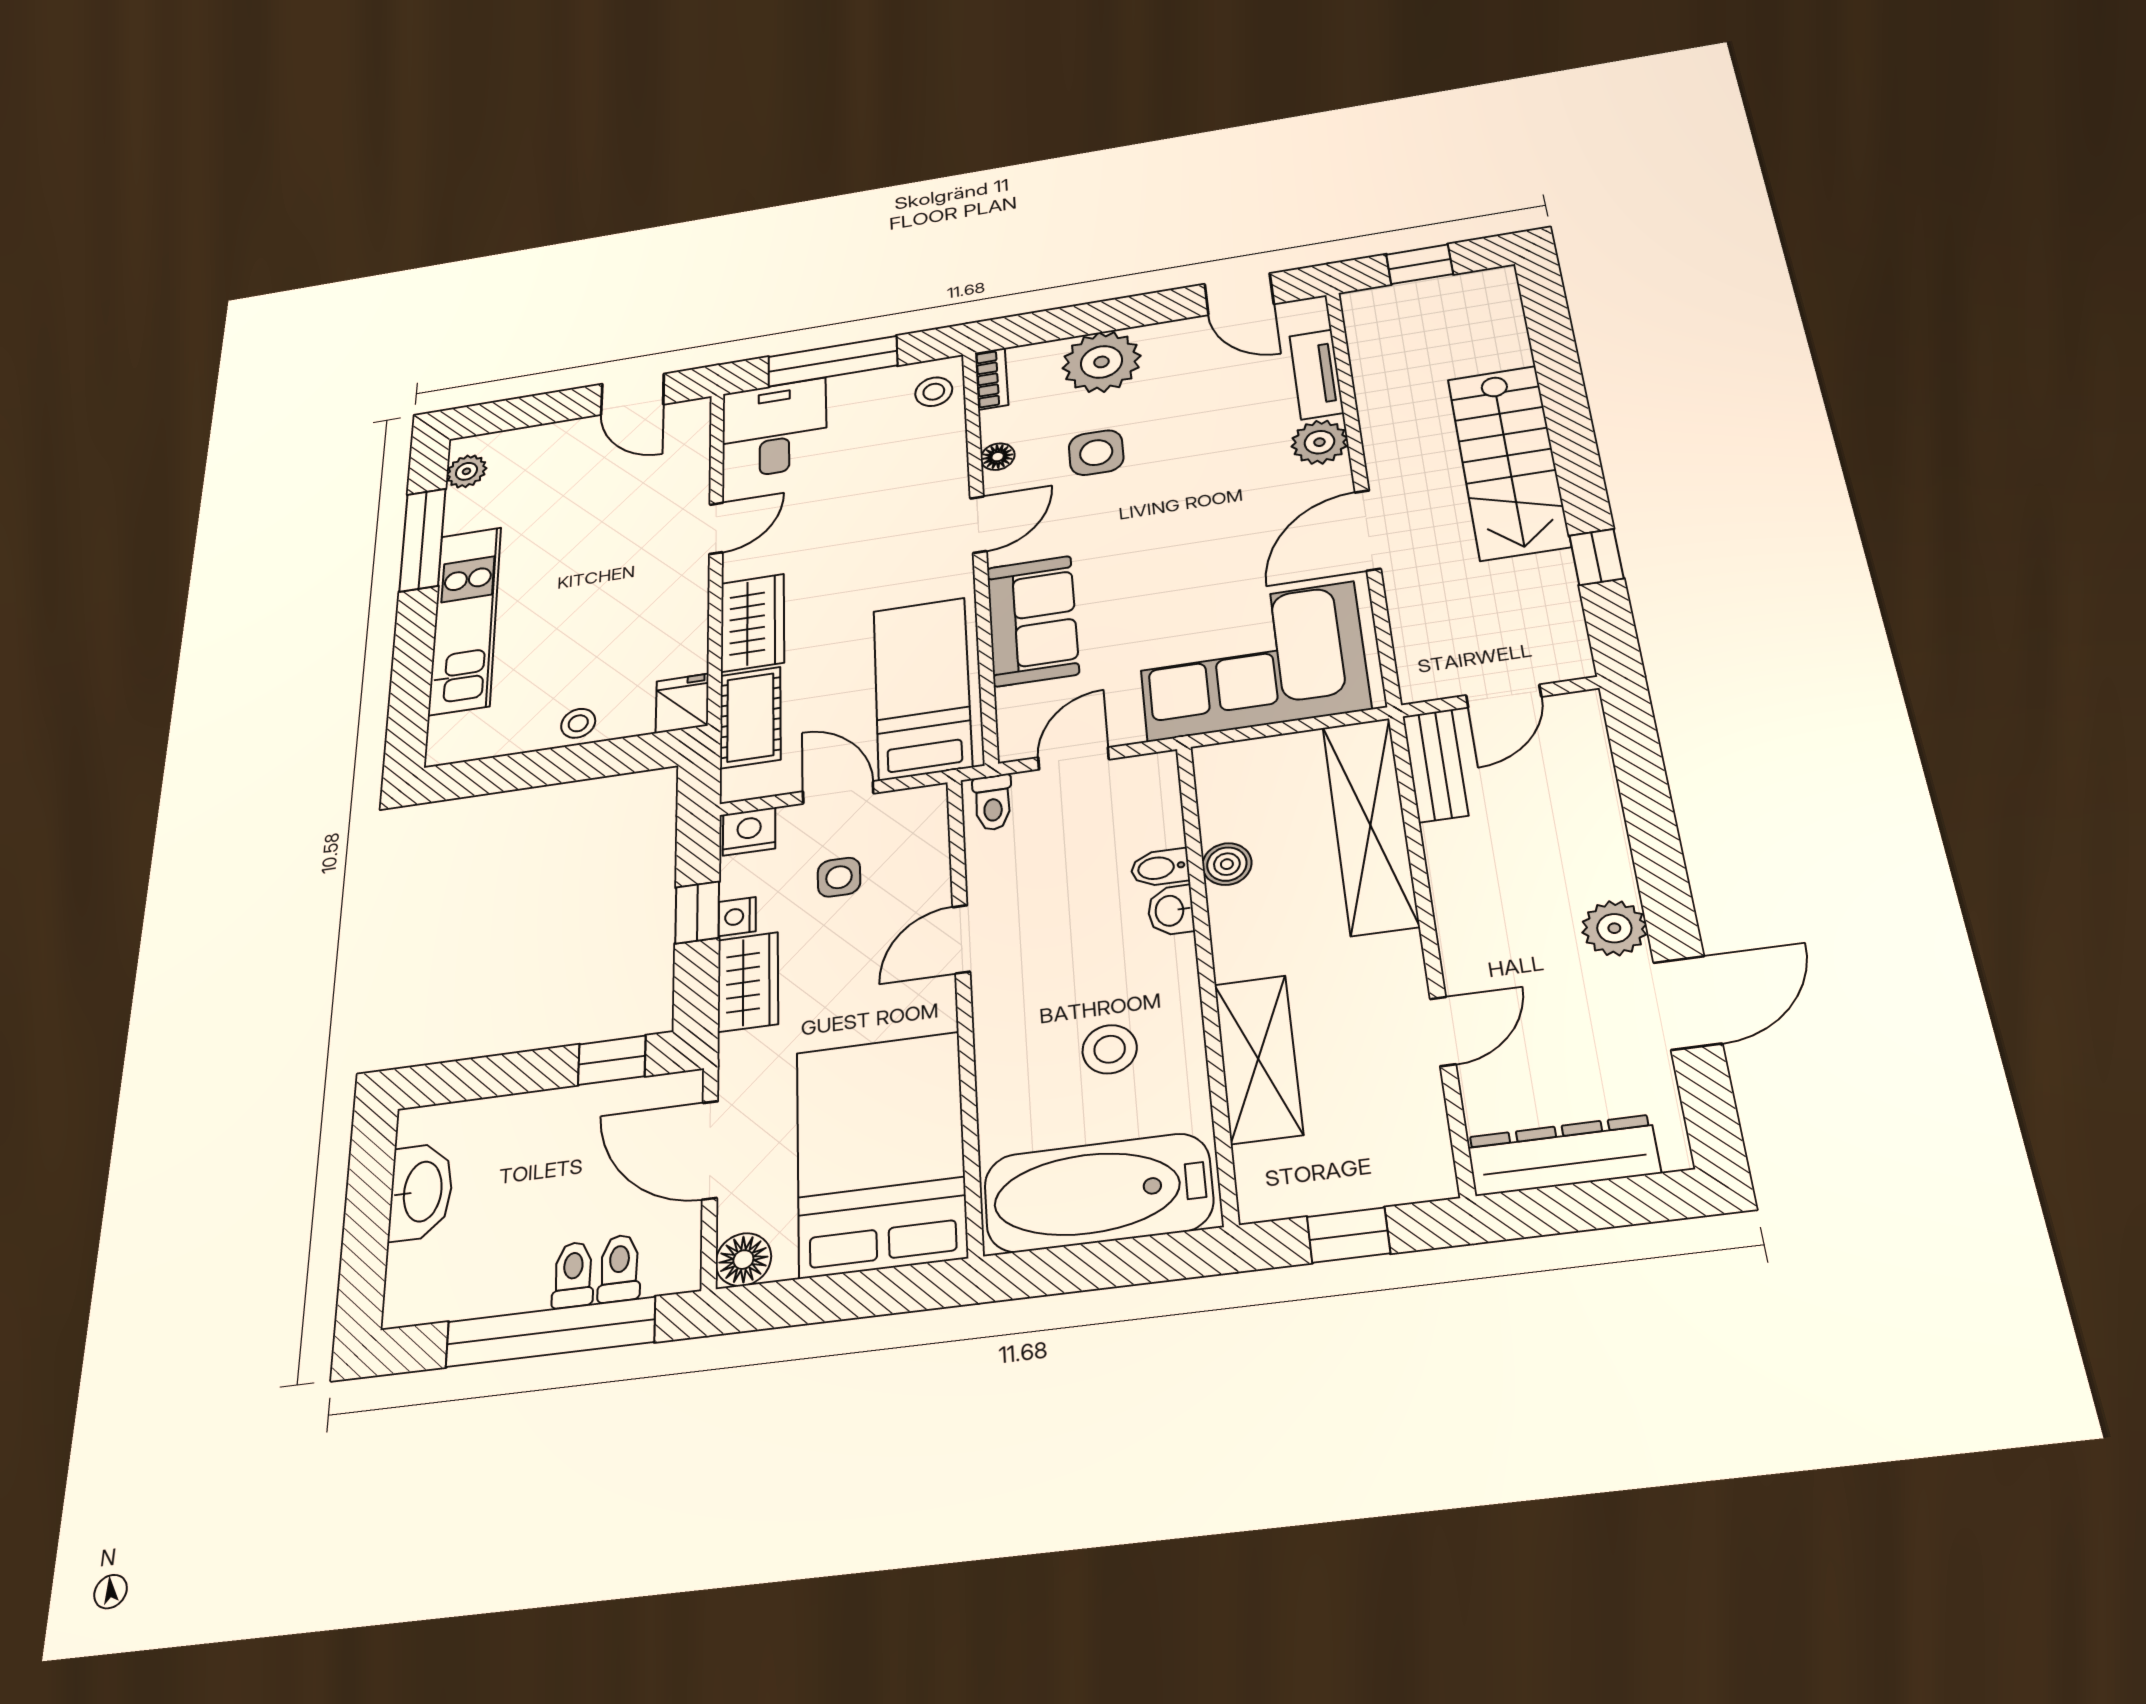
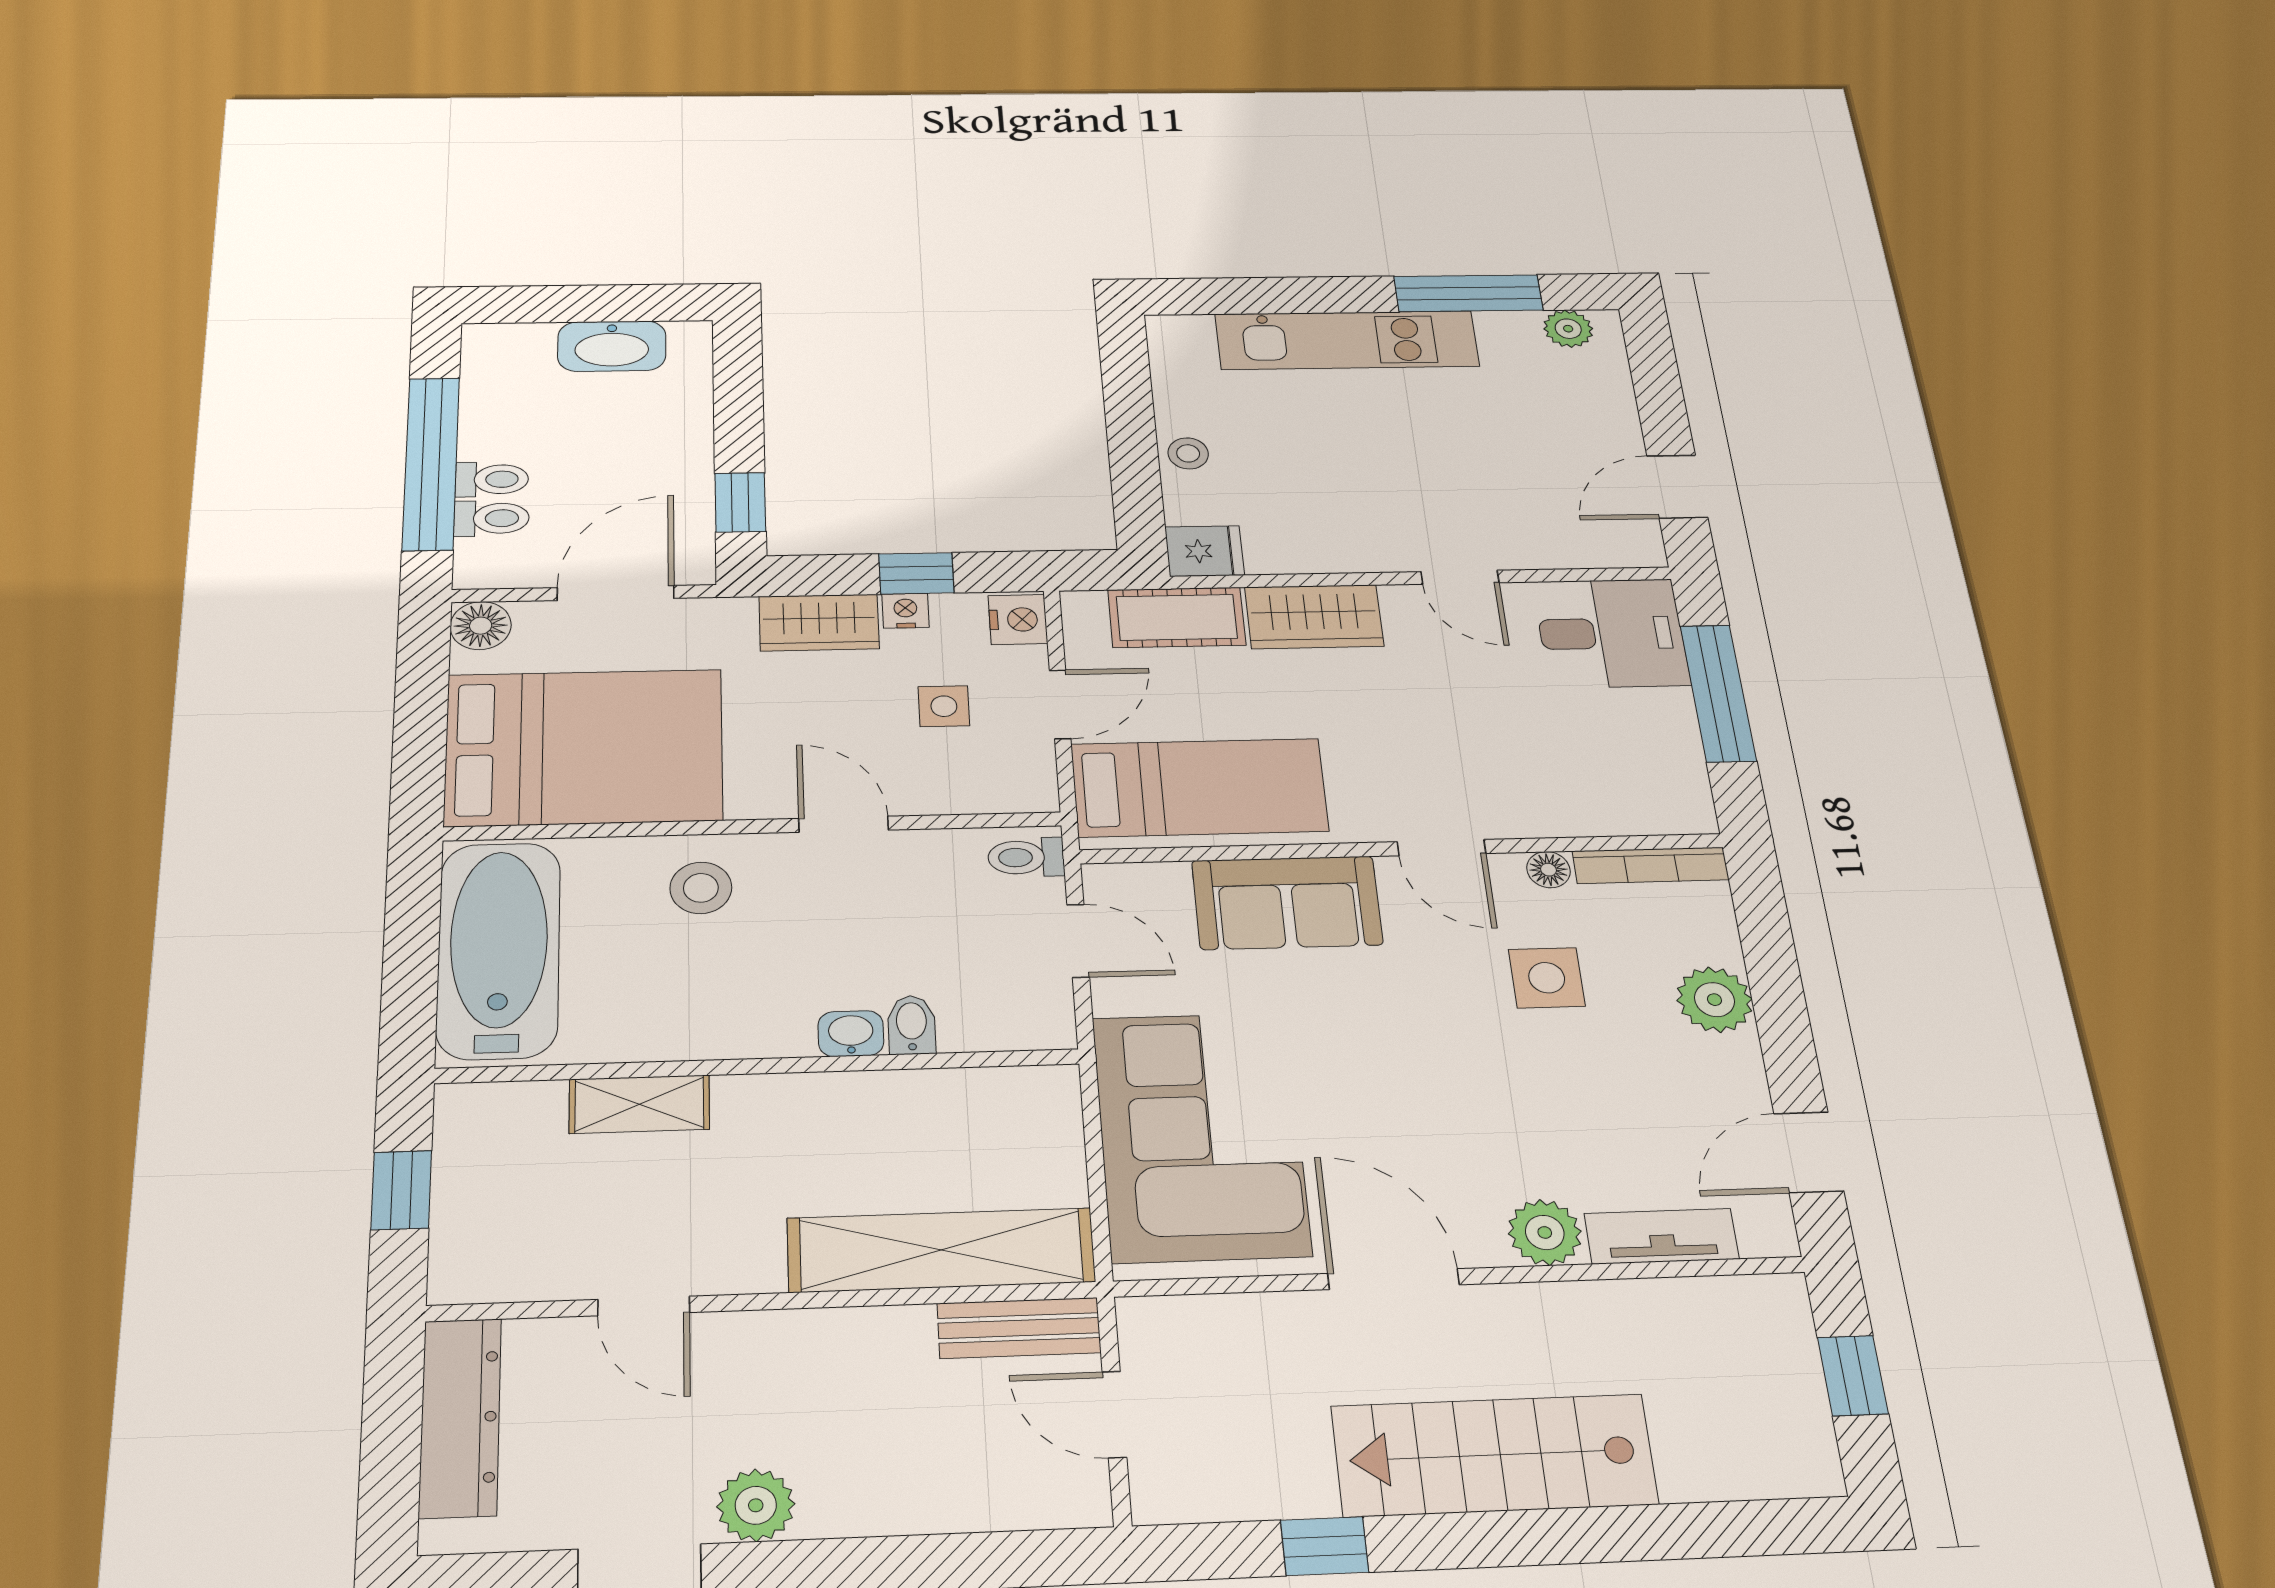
plant: (1101, 362) -> (1714, 1000), width x0.73, depth x0.73
bookcase: (991, 379) -> (1651, 865), width x1.56
stool: (934, 392) -> (1660, 802), removed
boiler: (1227, 864) -> (907, 1094), removed
stool: (1110, 1049) -> (701, 888), moved
shelving: (1258, 1059) -> (639, 1104), width x0.67, depth x0.75

